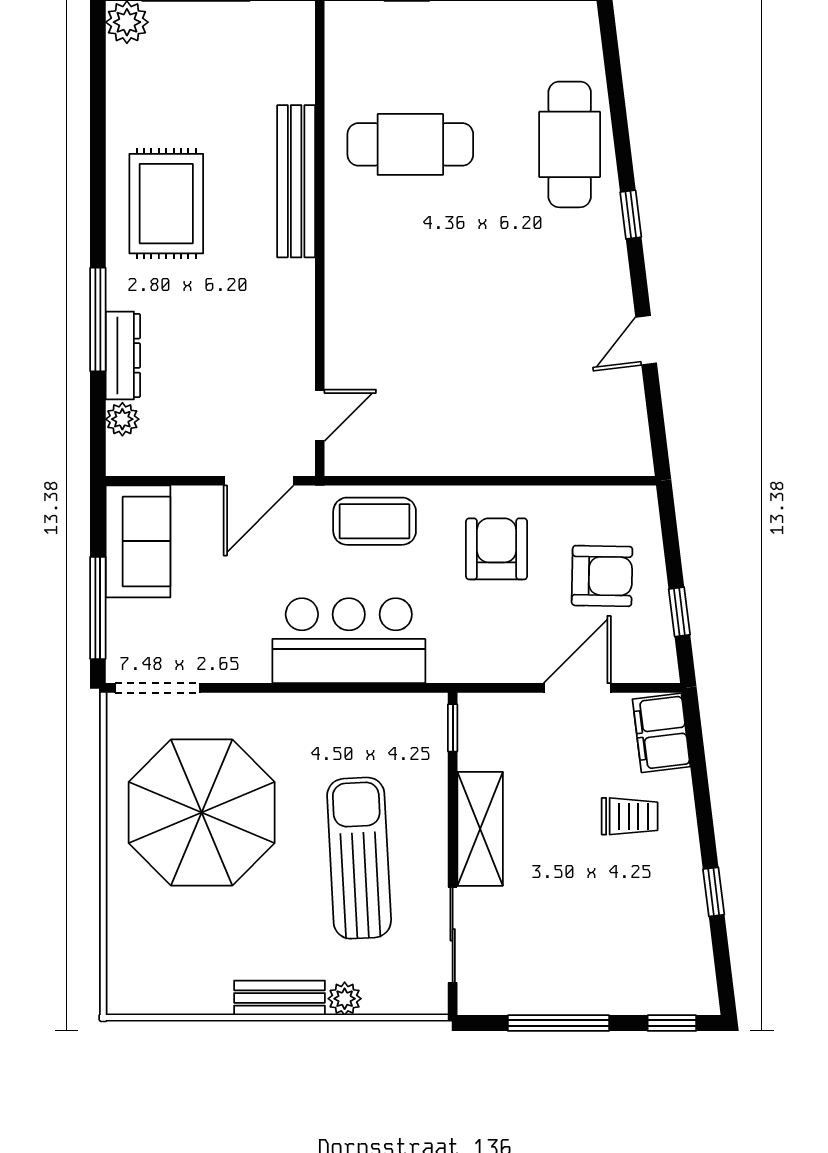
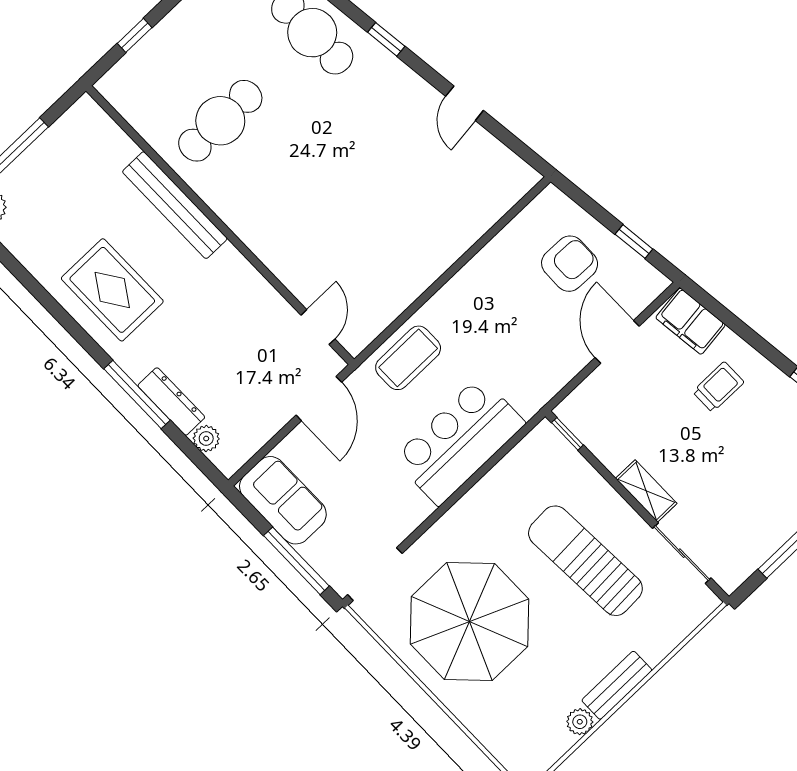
armchair: (497, 549) -> (494, 306), removed
shelving: (480, 829) -> (646, 491), width x0.67, depth x0.75
plant: (345, 999) -> (580, 722), moved

